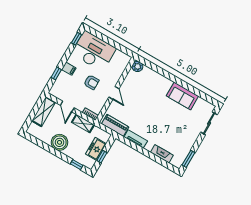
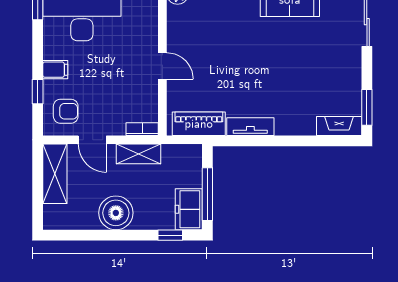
armchair: (91, 82) -> (66, 111), moved
freezer: (96, 149) -> (189, 209), moved
fireplace: (162, 154) -> (339, 126), moved
window: (102, 157) -> (207, 194), width x2.17

